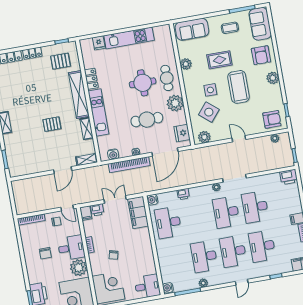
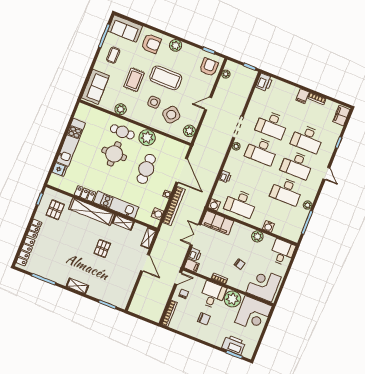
fridge: (182, 133) -> (175, 147), removed
plant: (148, 256) -> (257, 236), added
water cooler: (168, 288) -> (268, 226), moved

